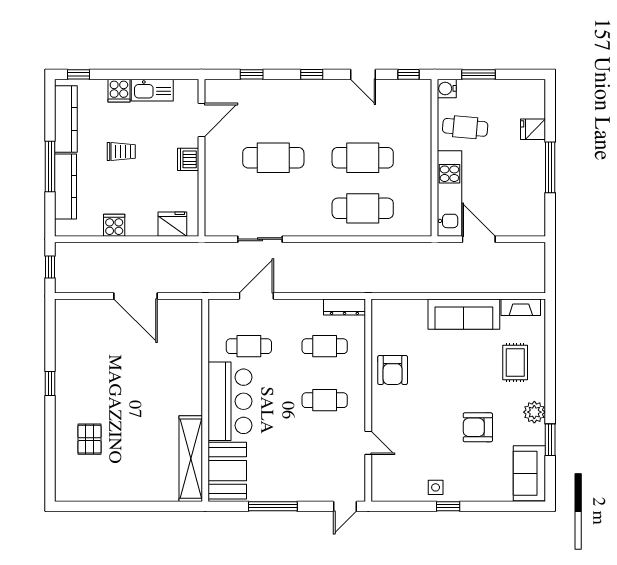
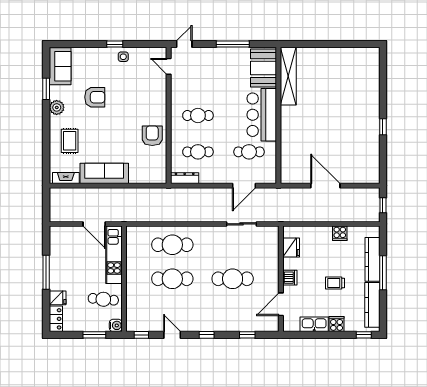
locker: (536, 98) -> (56, 319), added
fridge: (172, 224) -> (291, 248), moved, turned -90
pallet: (89, 439) -> (356, 89), removed
door: (368, 443) -> (169, 66), moved

